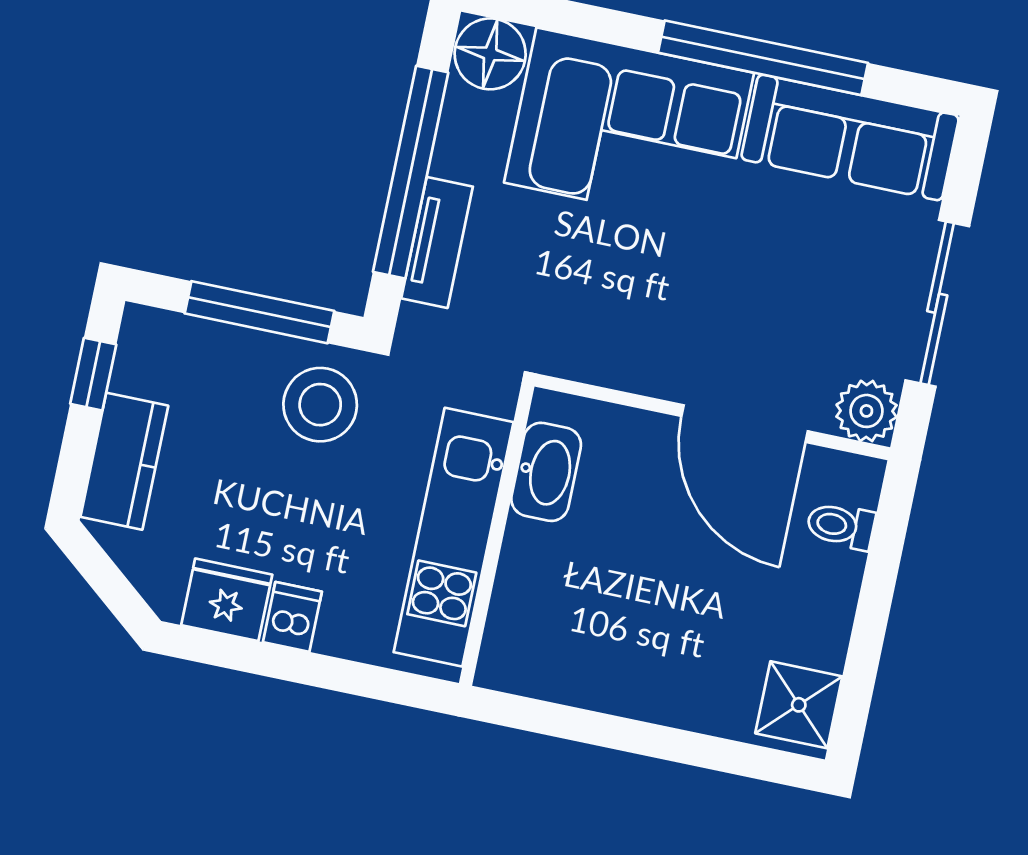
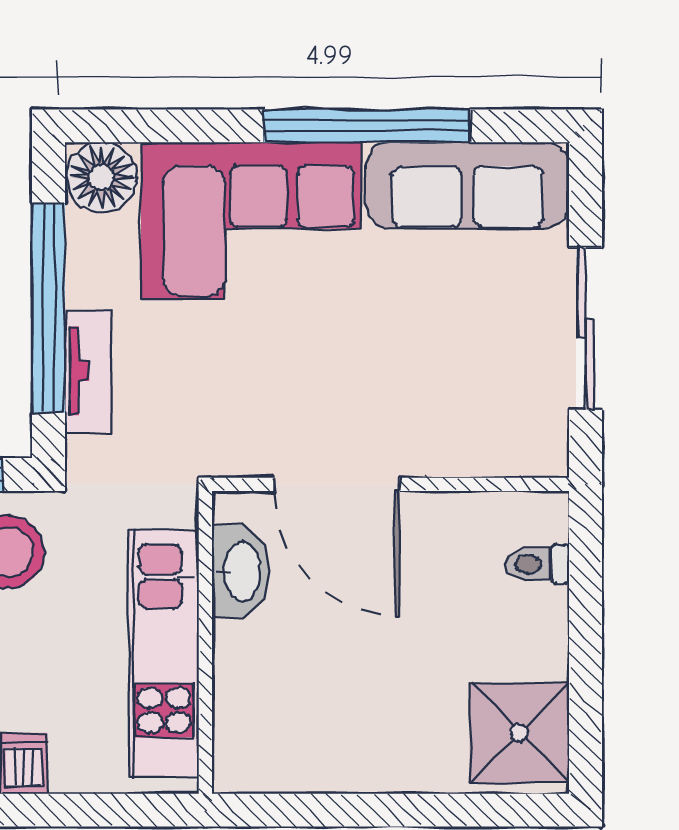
plant: (866, 411) -> (539, 447), removed
door: (745, 424) -> (337, 484), moved
shower: (799, 705) -> (519, 733), width x1.36, depth x1.36

